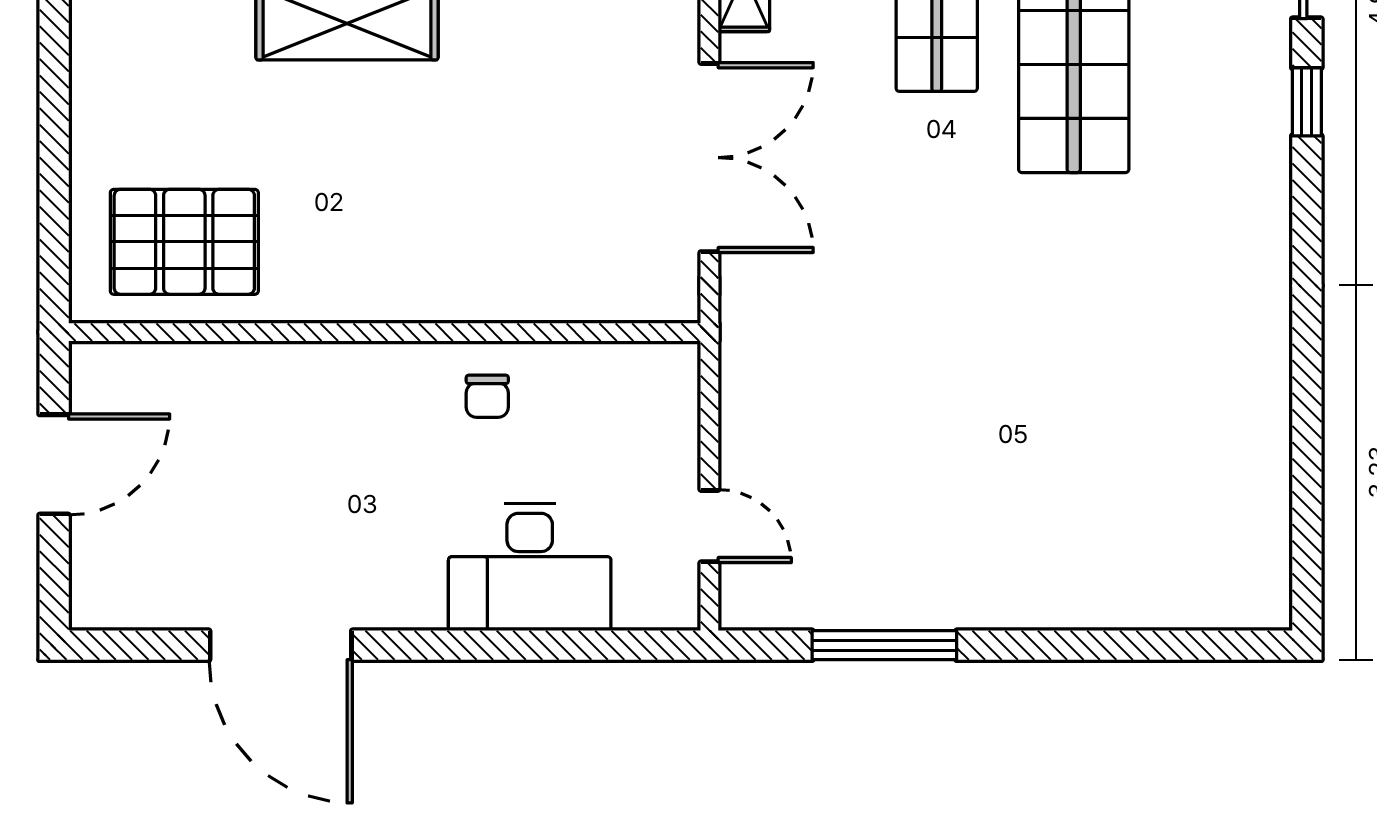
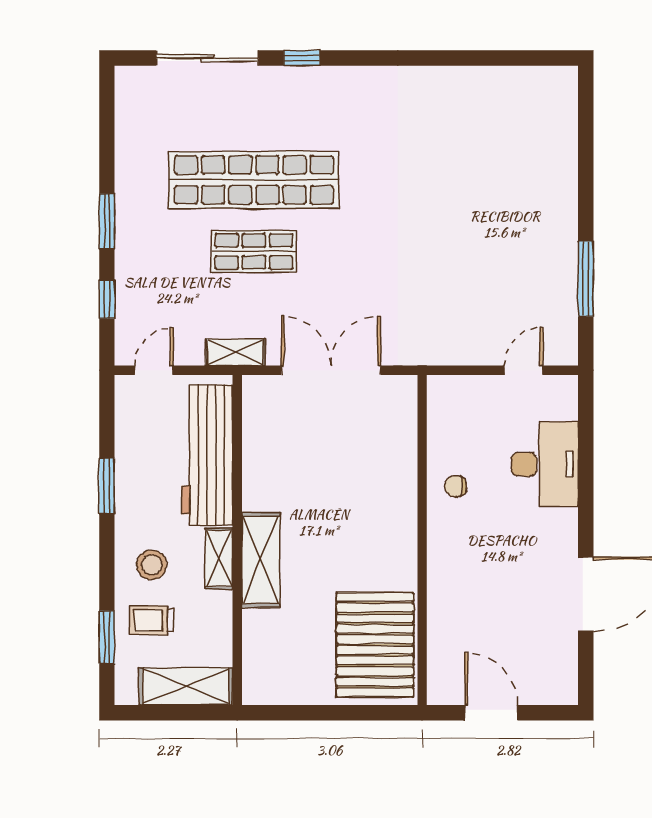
pallet: (184, 242) -> (375, 645), width x1.37, depth x1.41
chair: (487, 396) -> (456, 486), turned 180

